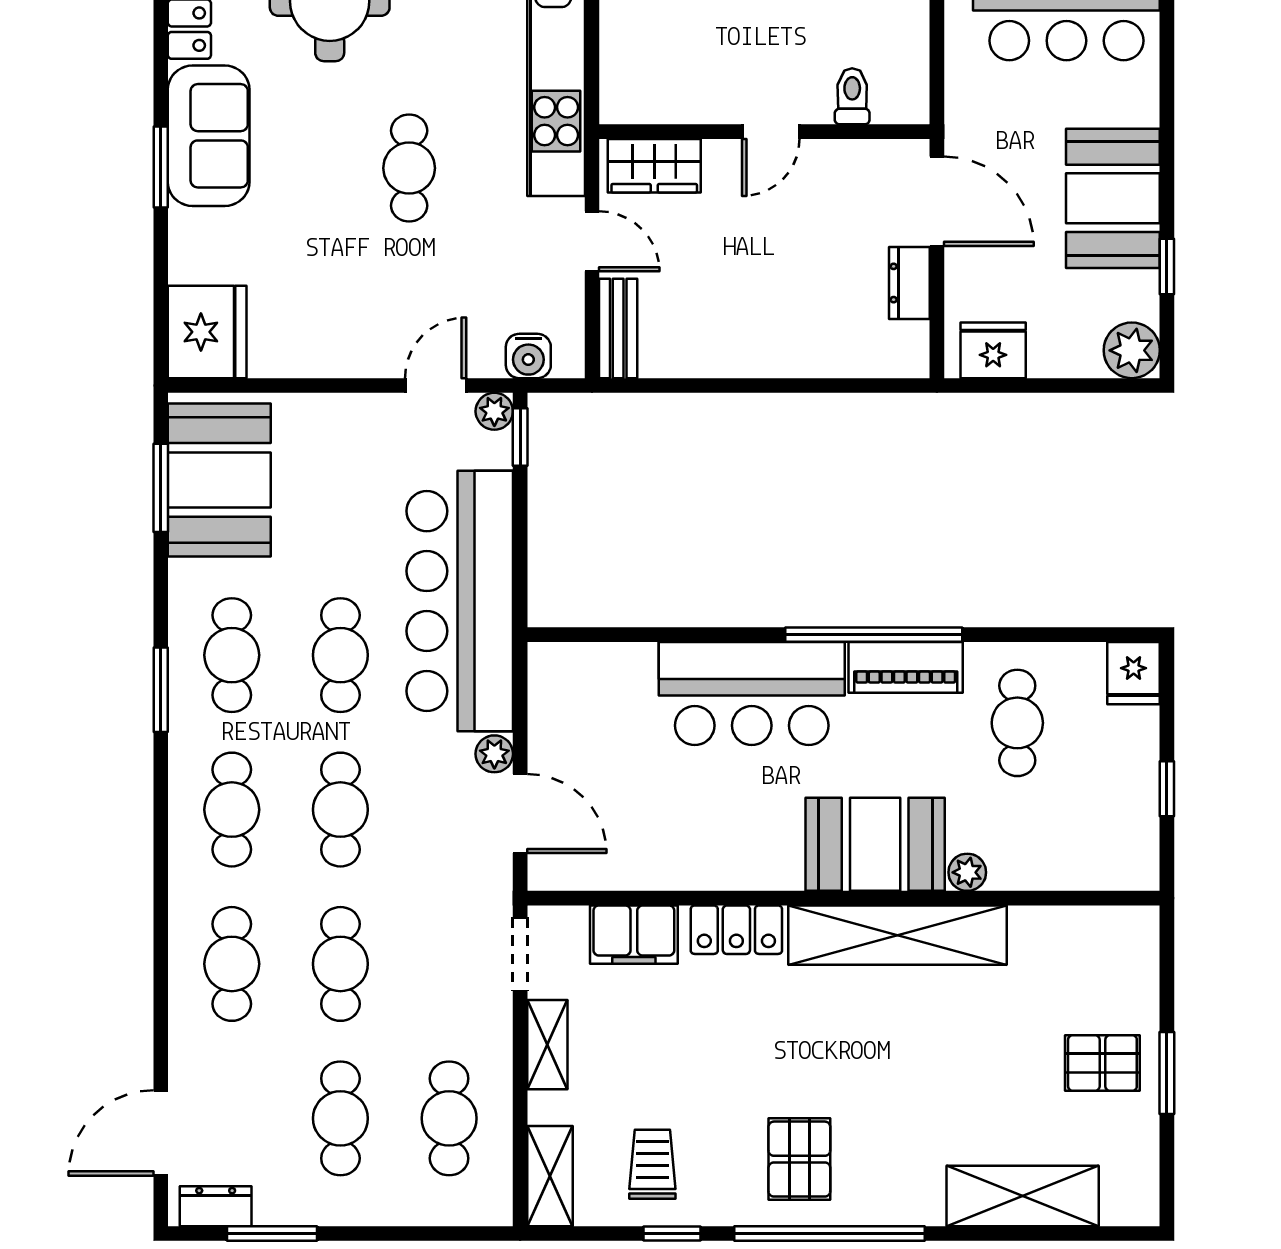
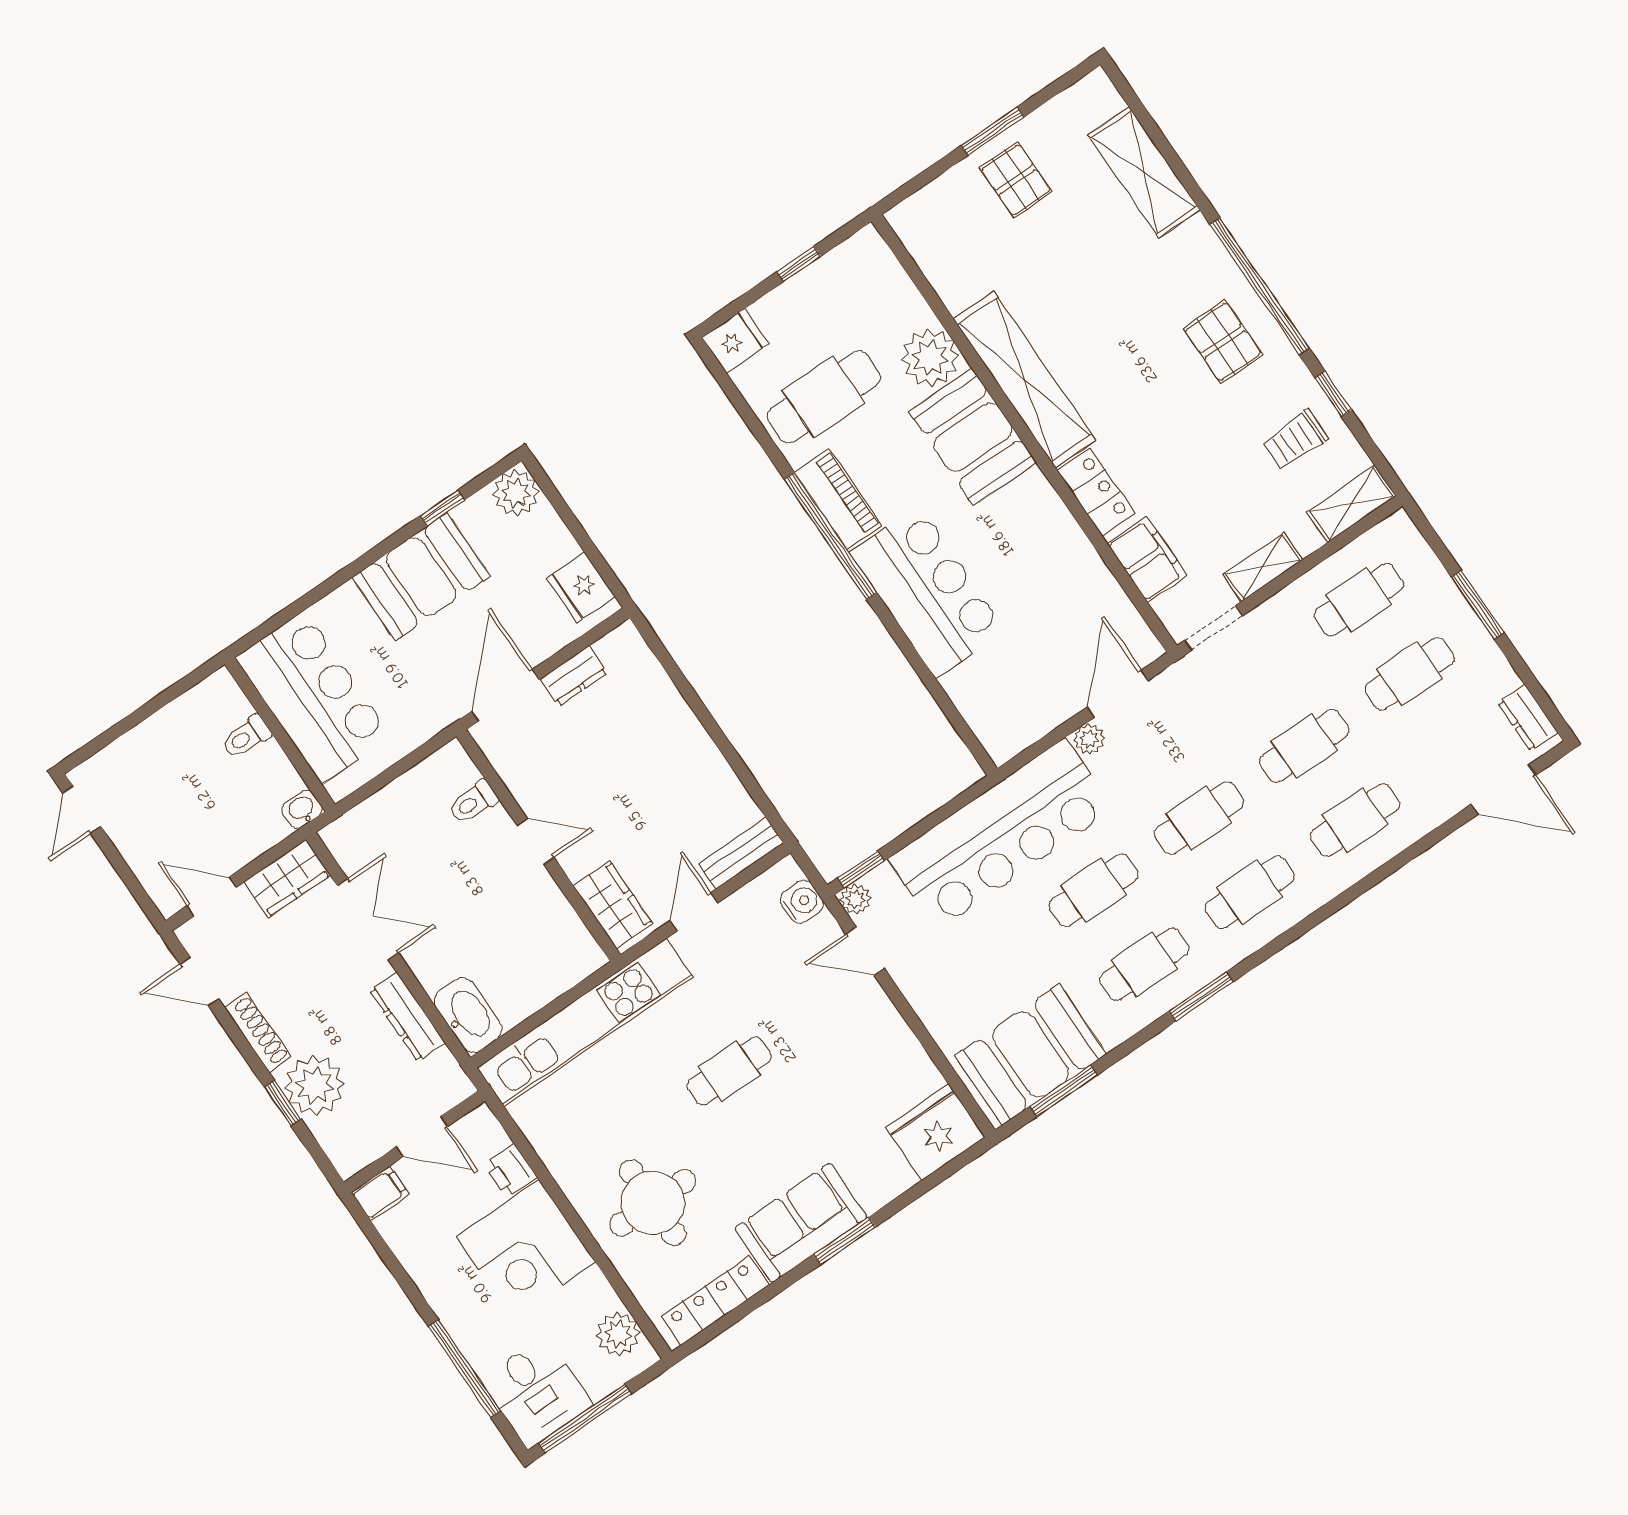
cafe table: (1017, 723) -> (824, 397), width x1.37, depth x1.35
plant: (967, 872) -> (930, 358), width x1.87, depth x1.87
pallet: (799, 1159) -> (1223, 342), turned 90
window: (272, 1234) -> (1478, 605), moved

